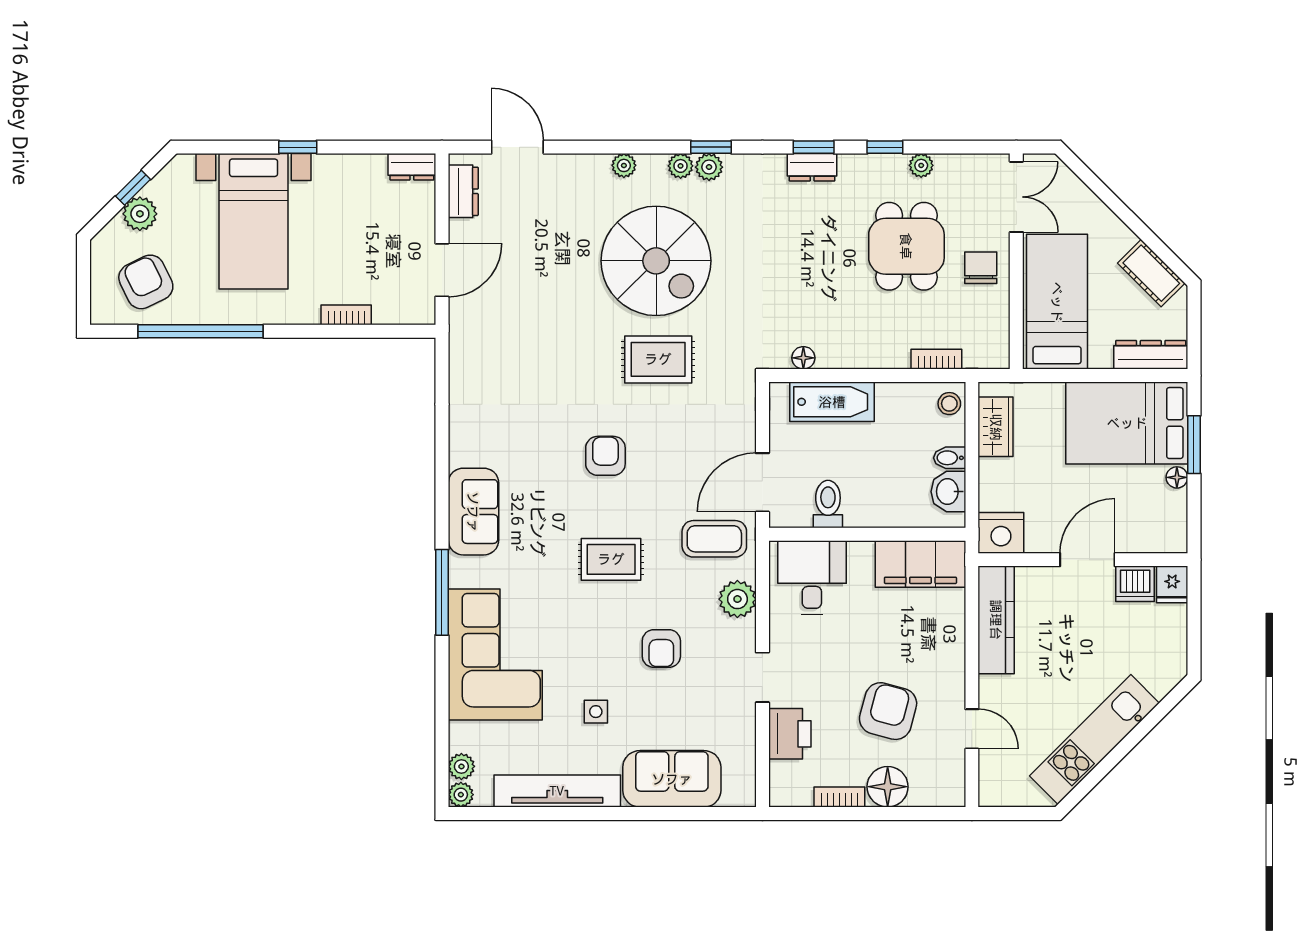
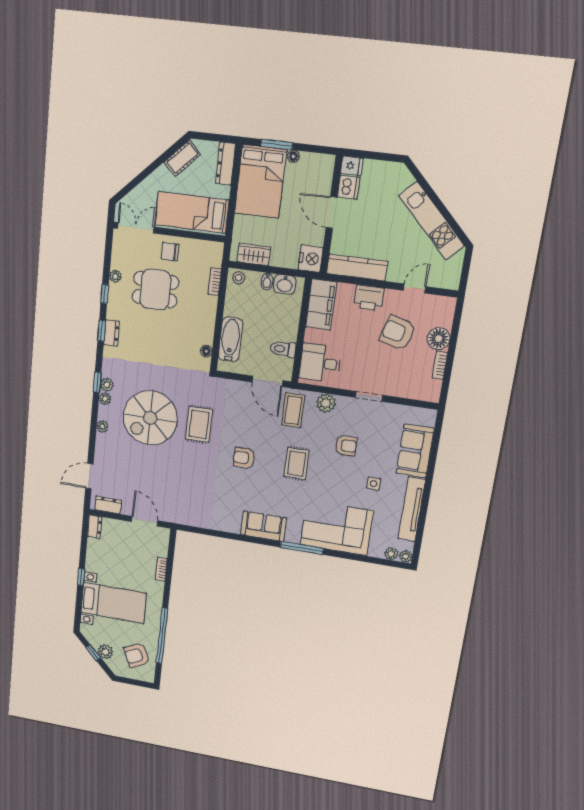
spiral stairs: (656, 261) -> (150, 418), turned 180
printer: (790, 734) -> (369, 298), moved, turned 180

